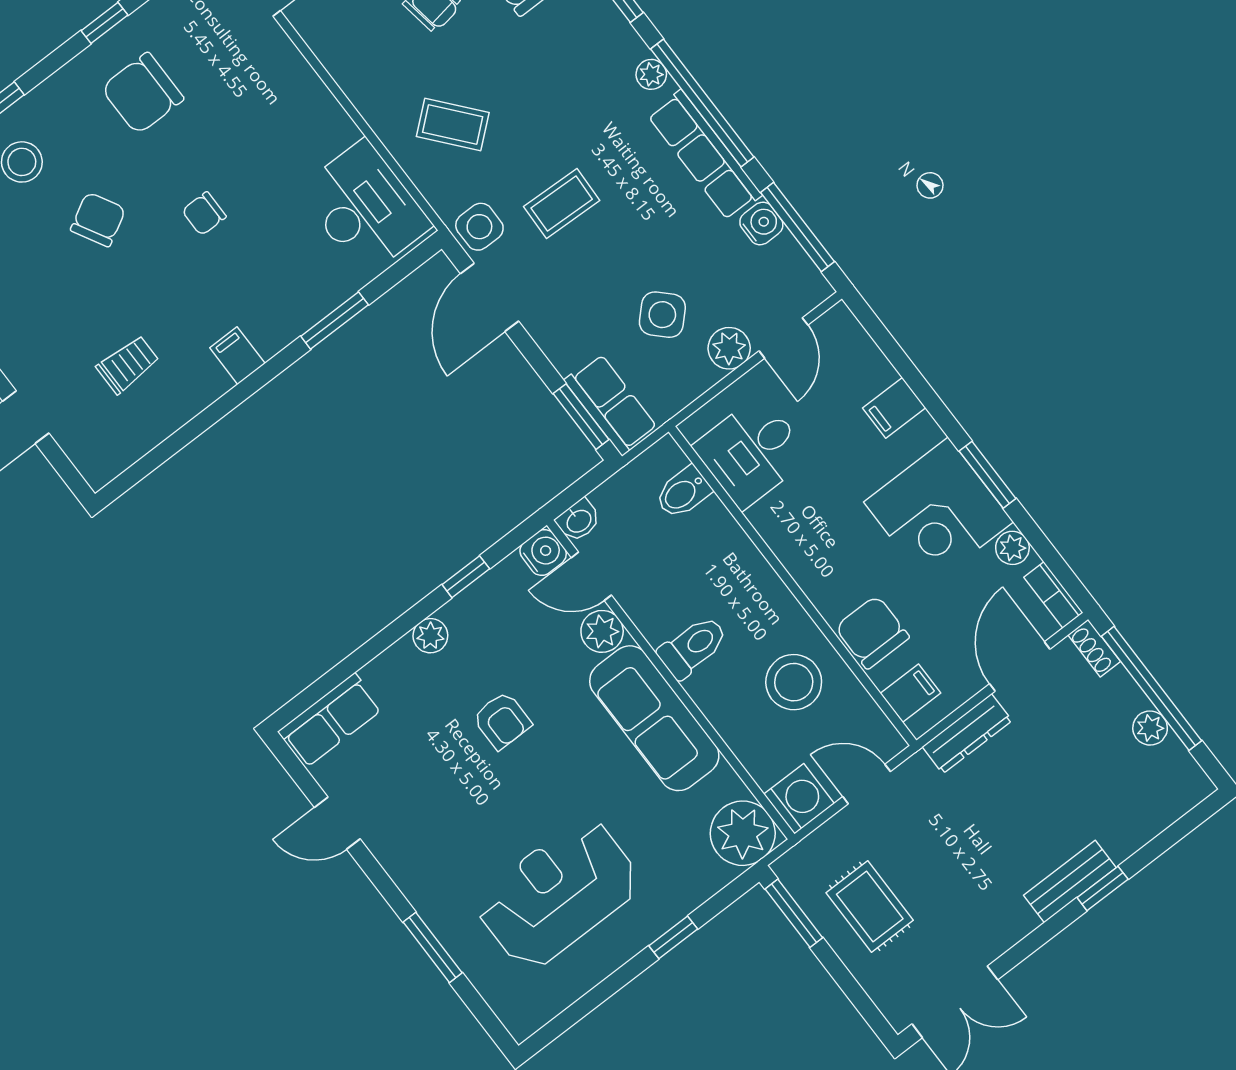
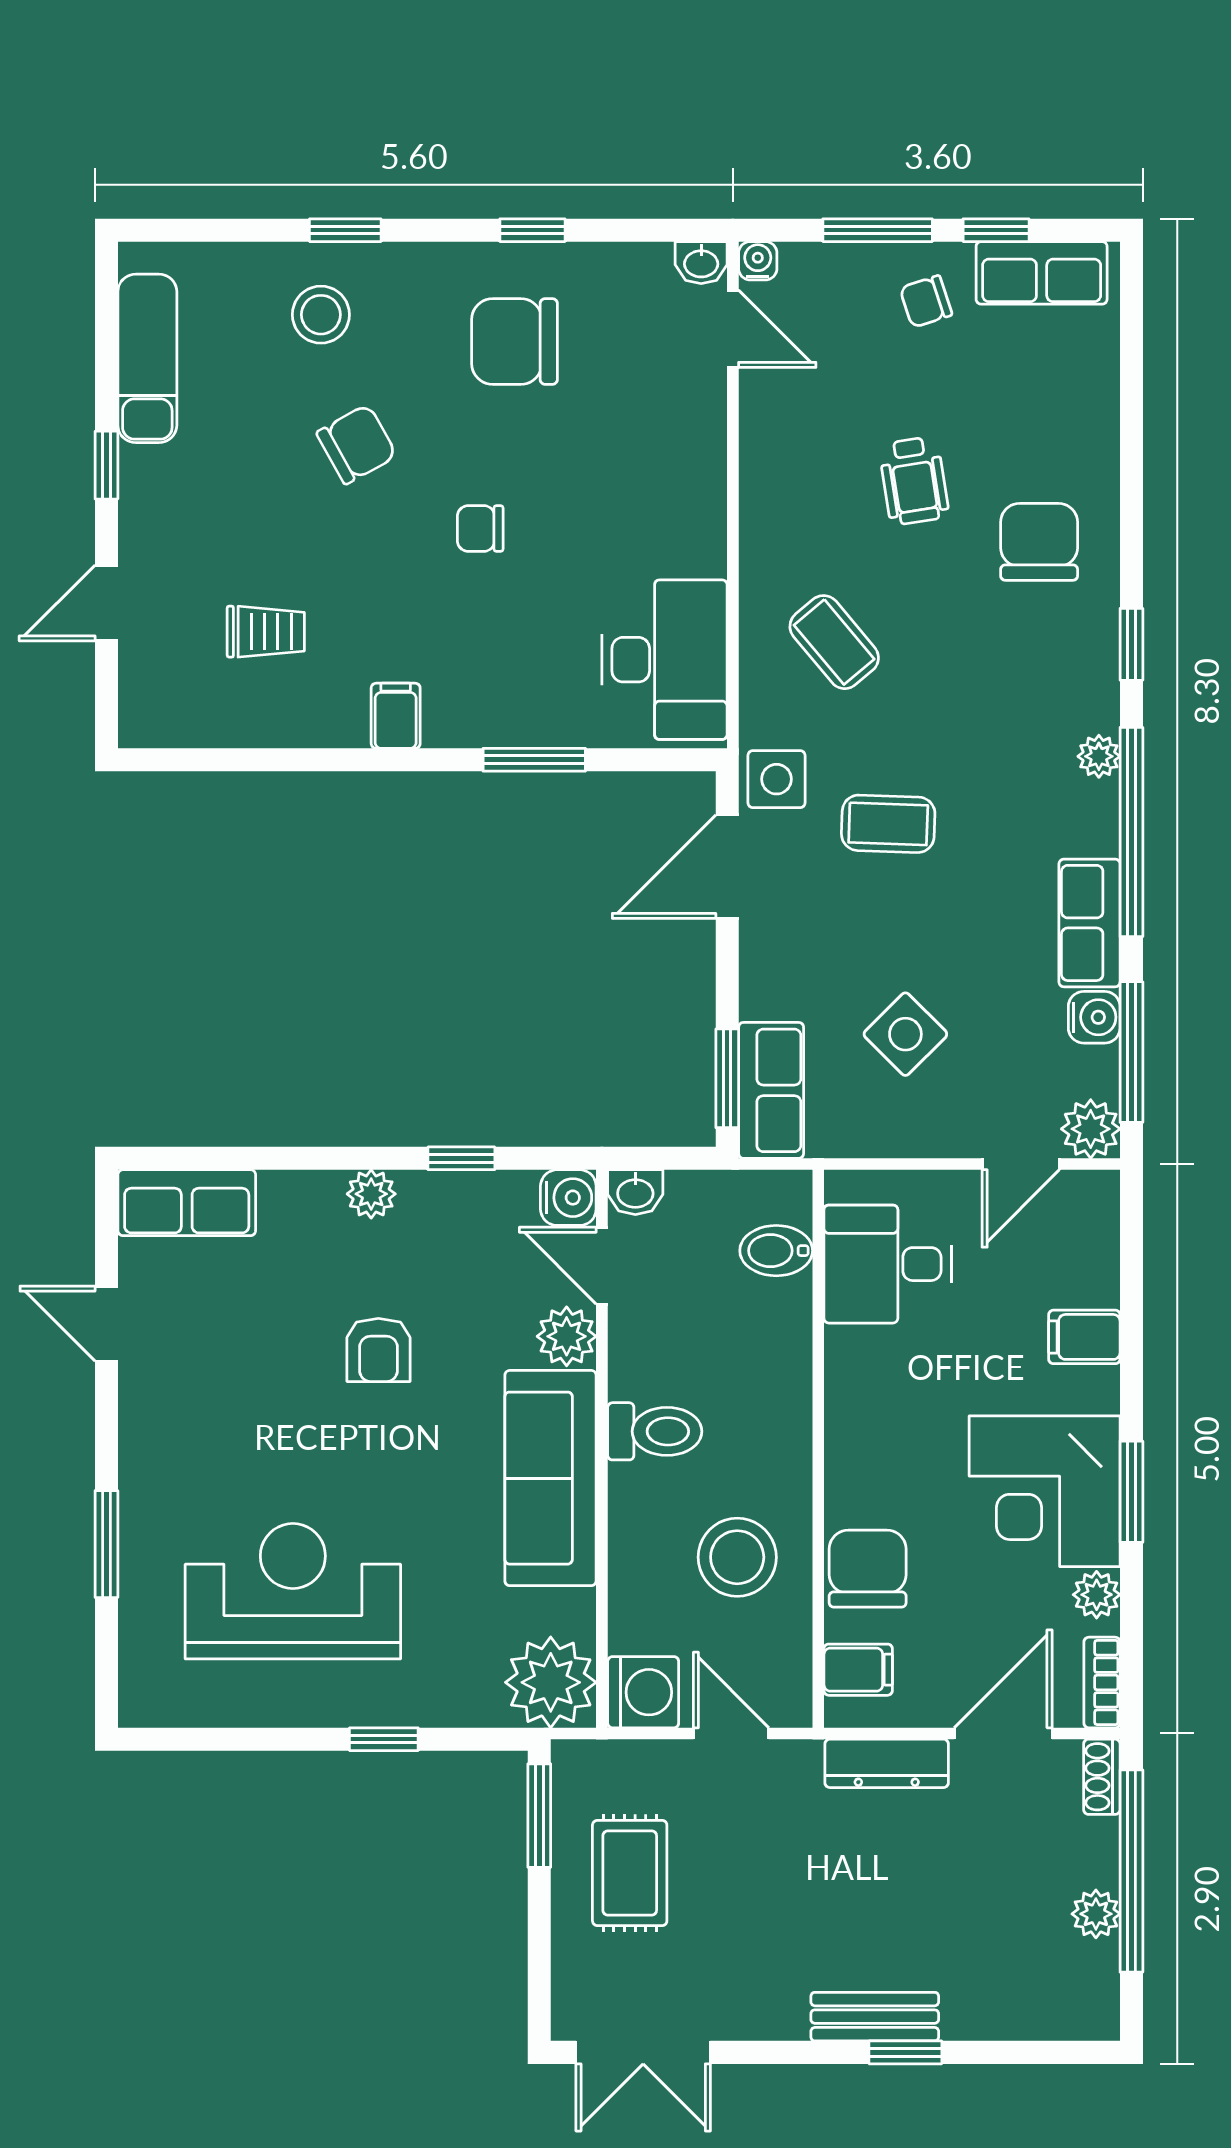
row of seats: (705, 155) -> (1090, 923), width x0.68
plant: (729, 348) -> (1091, 1129), moved

